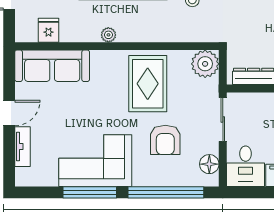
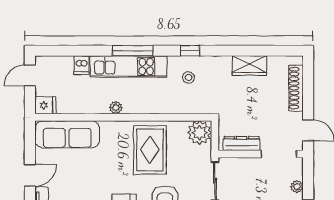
fridge: (48, 30) -> (45, 105), moved, turned 90

